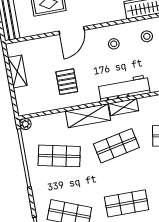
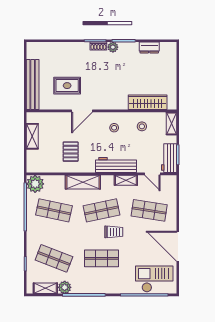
shelving: (124, 107) -> (126, 180), moved
plant: (25, 124) -> (35, 184), width x1.88, depth x1.88
trolley: (136, 169) -> (114, 232), added

